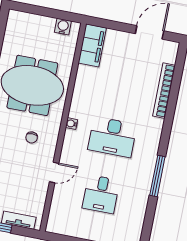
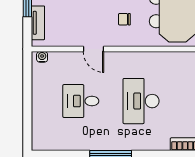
water cooler: (71, 124) -> (42, 57), moved

